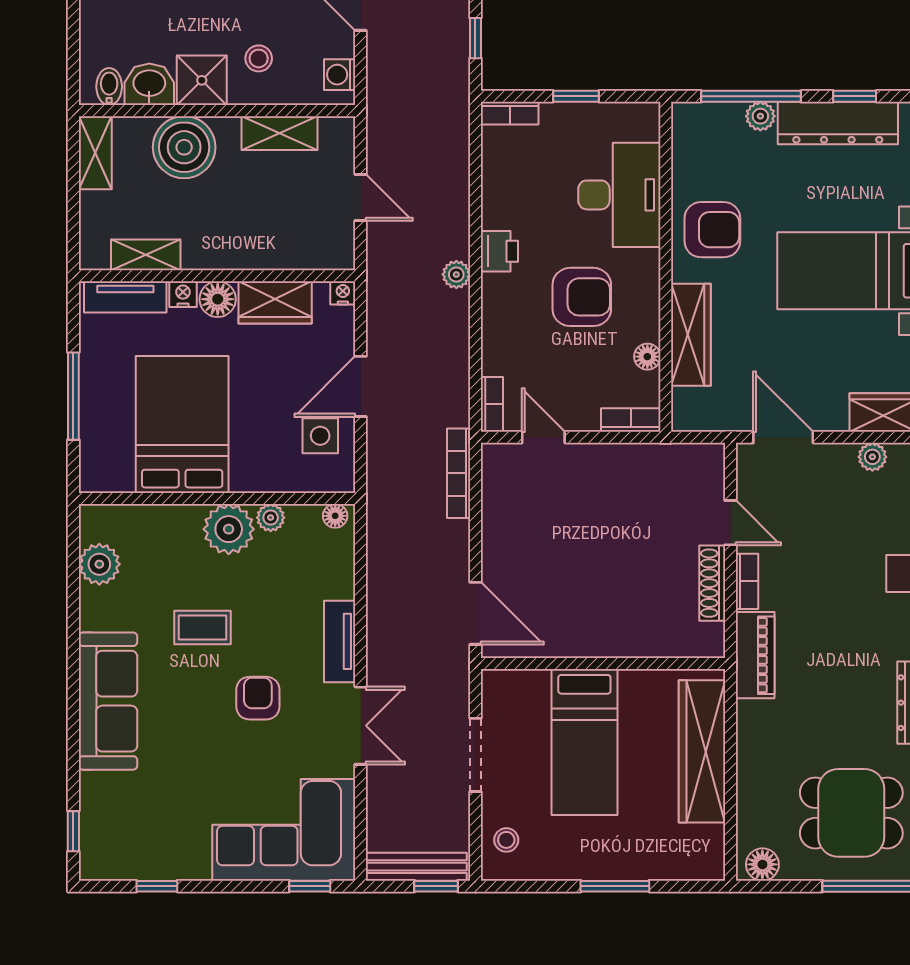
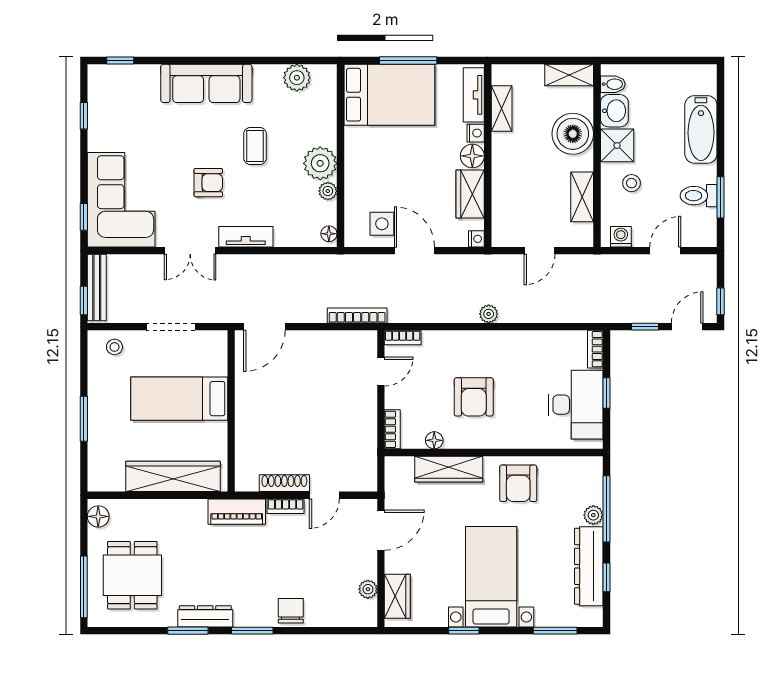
desk: (619, 195) -> (576, 405), moved, turned -90
printer: (499, 251) -> (504, 342), removed
bed: (182, 424) -> (389, 95), moved

